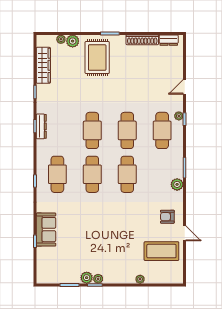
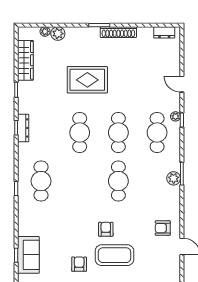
shoe rack: (142, 40) -> (118, 32), moved
rug: (97, 58) -> (87, 80), moved, turned 90
door: (185, 87) -> (182, 84), hinge flipped
cafe table: (92, 174) -> (80, 181), removed
plant: (177, 184) -> (174, 178), moved
armchair: (116, 218) -> (106, 229), added
sofa: (46, 230) -> (28, 255), moved
armchair: (92, 249) -> (79, 264), added
coffee table: (161, 251) -> (114, 255), moved

